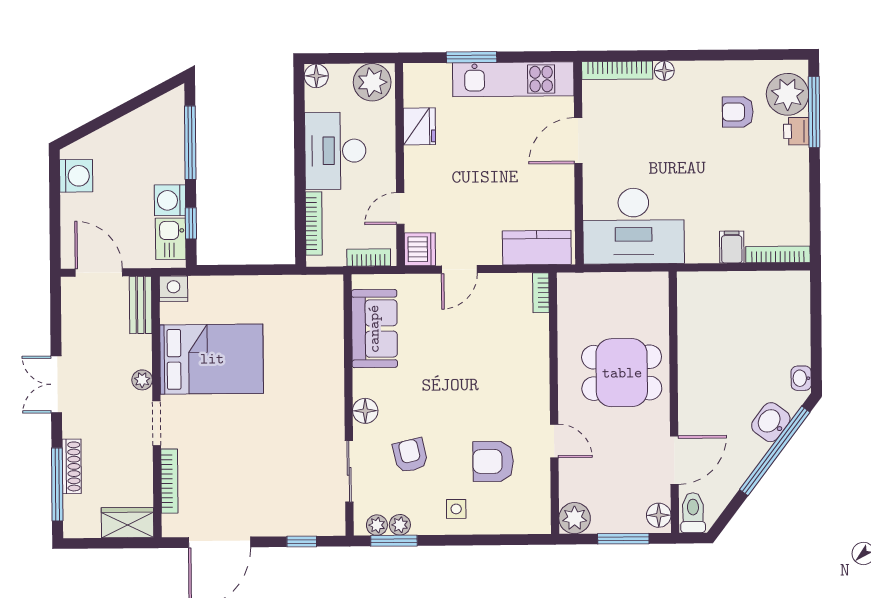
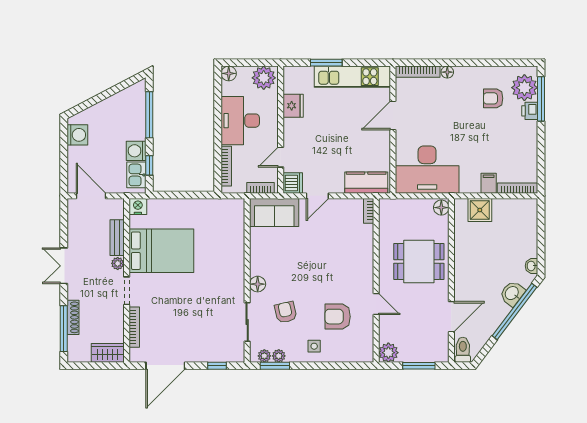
shower: (718, 290) -> (480, 210), added
bench: (141, 305) -> (117, 238), moved
sofa: (374, 329) -> (274, 212), moved, turned 90
floor lamp: (659, 515) -> (441, 208), moved

